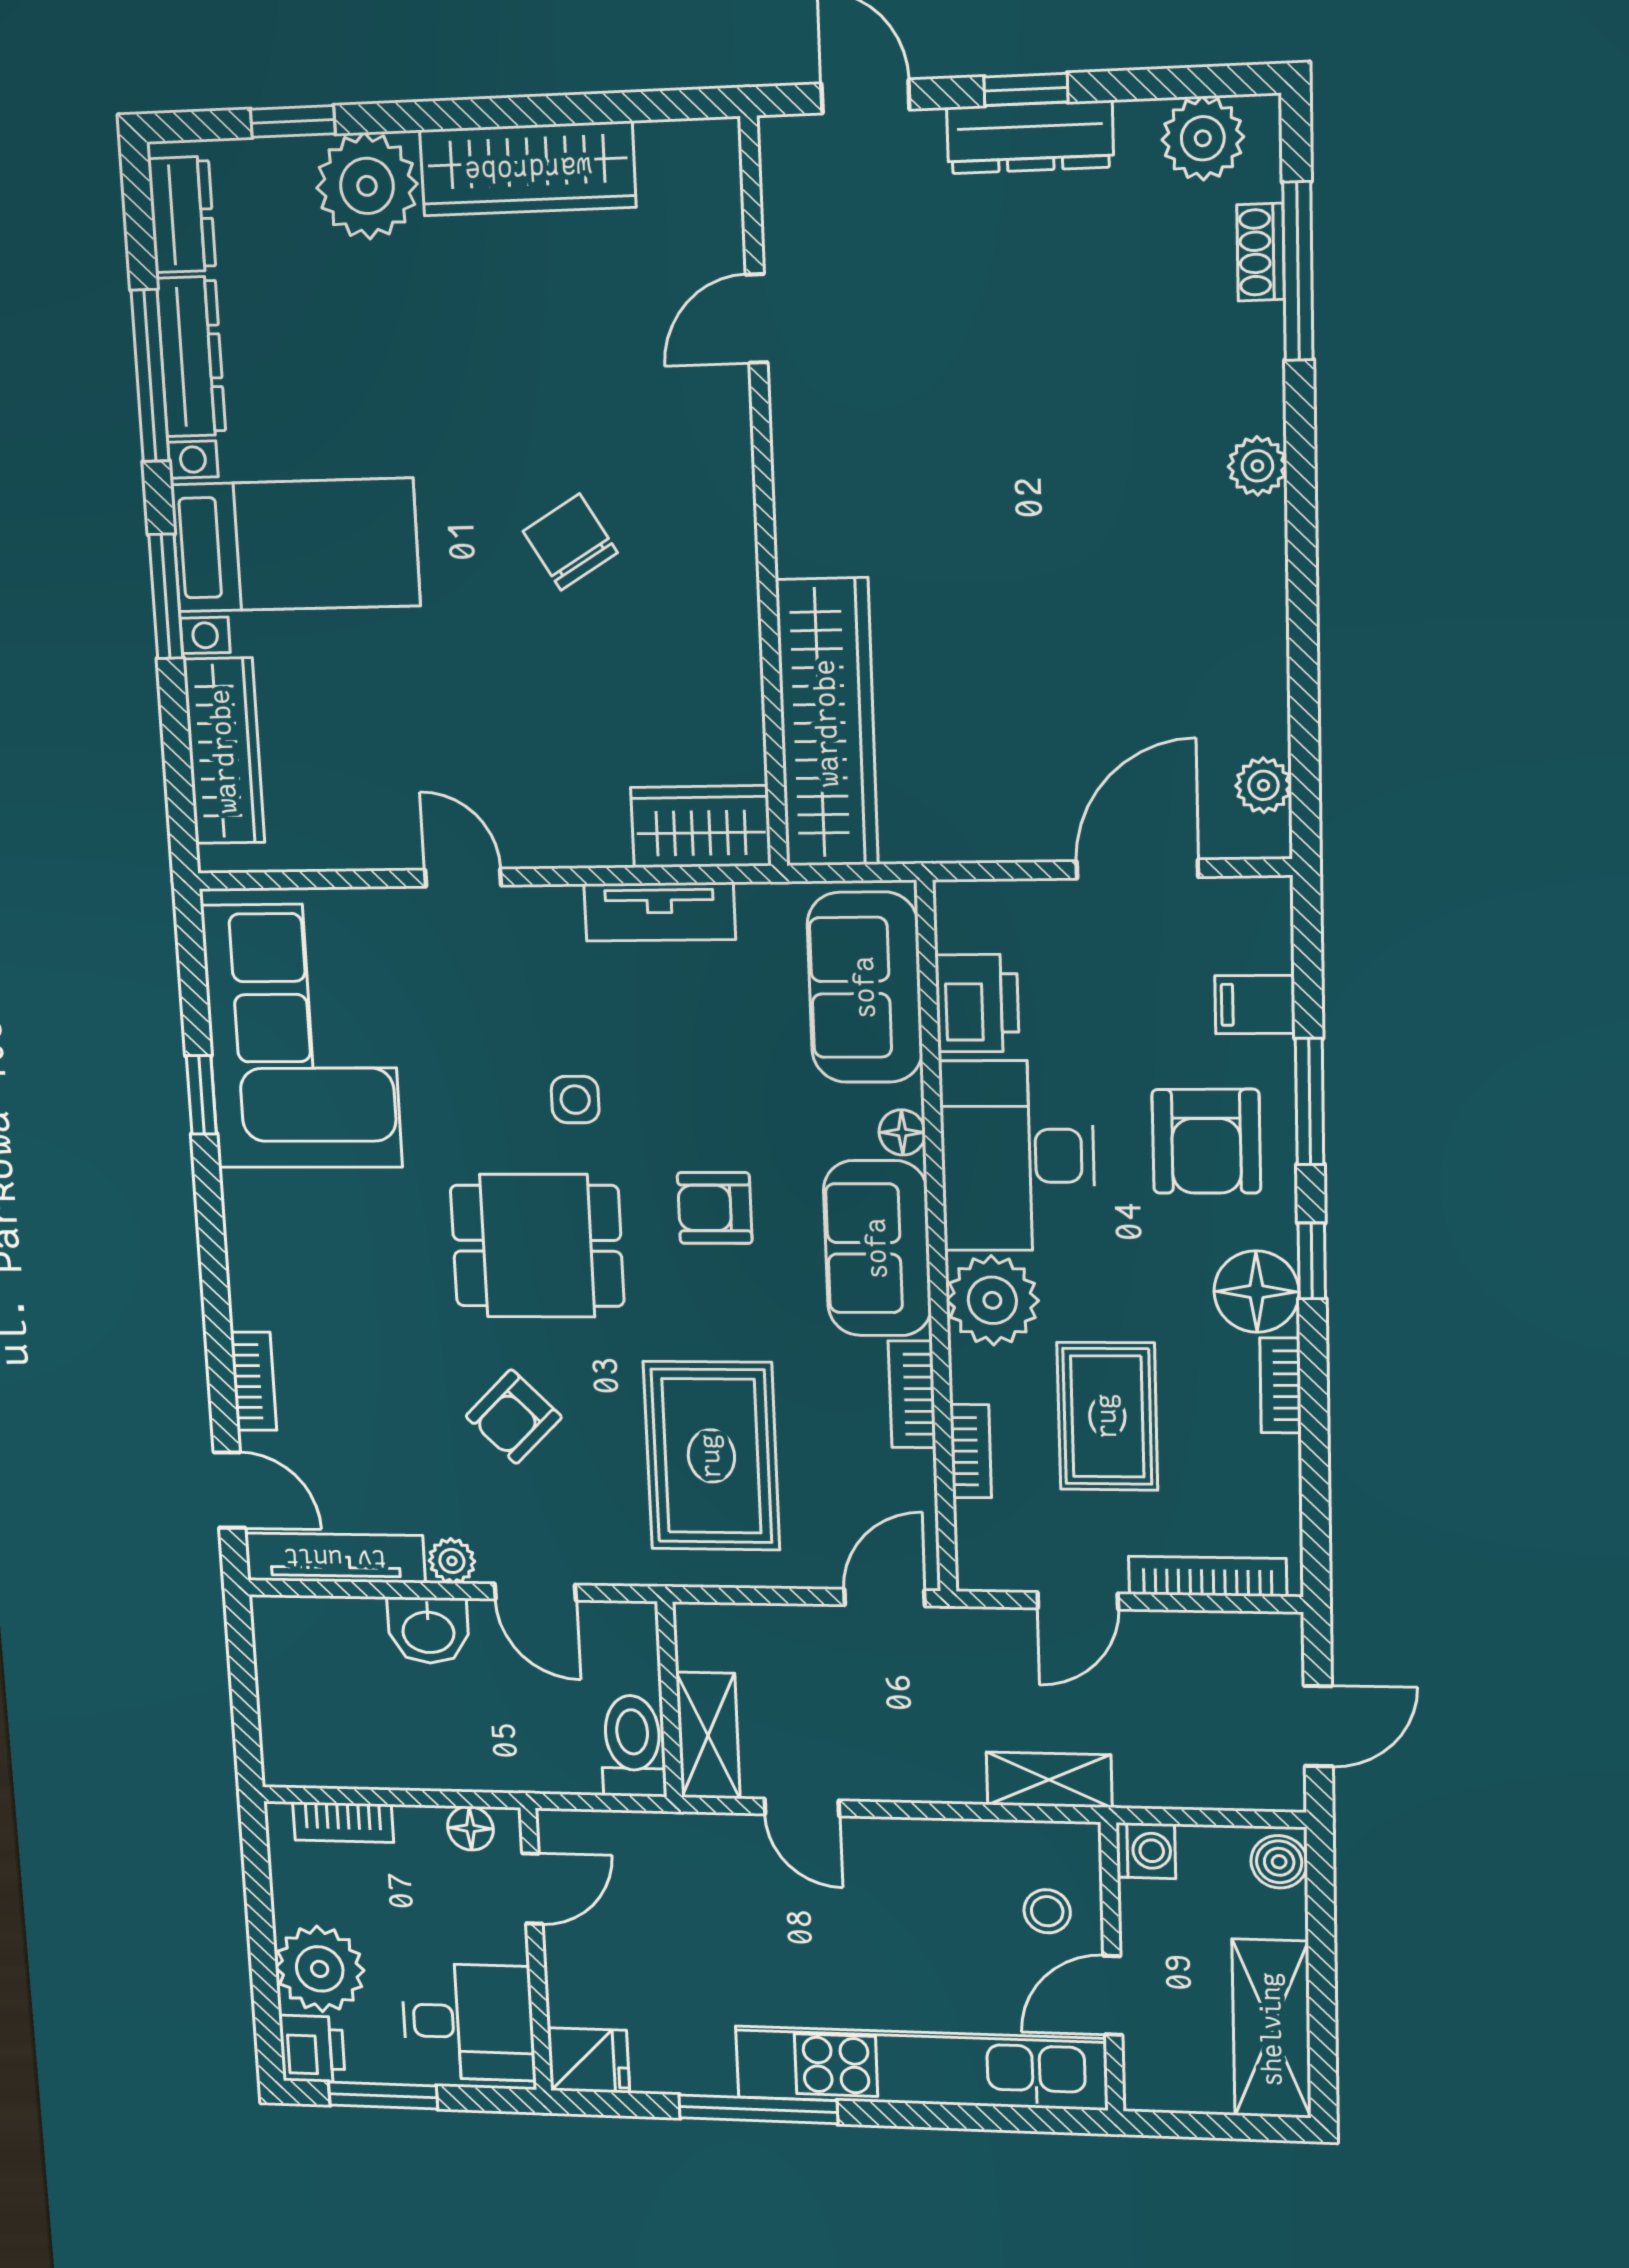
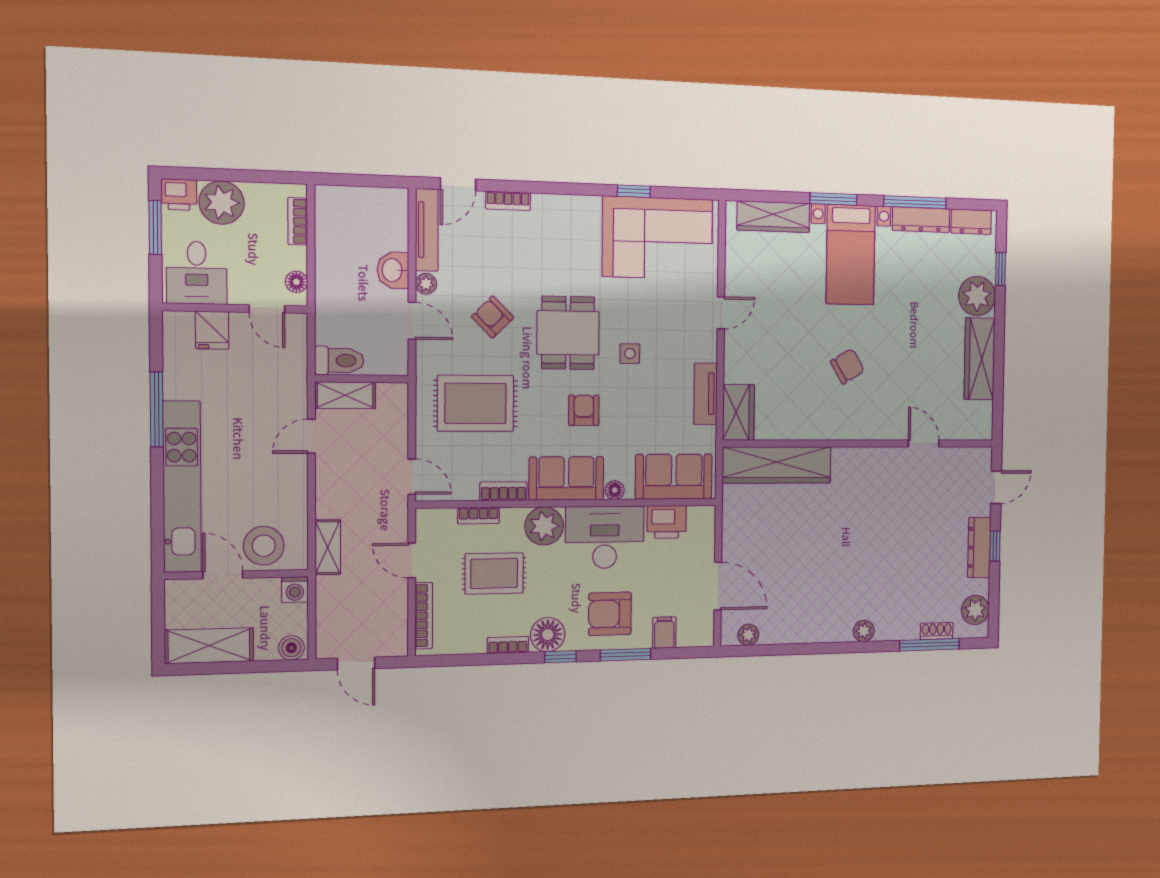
door: (535, 1592) -> (412, 321), swing flipped
stool: (1047, 1911) -> (264, 546), width x1.89, depth x1.89
fridge: (589, 2060) -> (212, 330), moved

